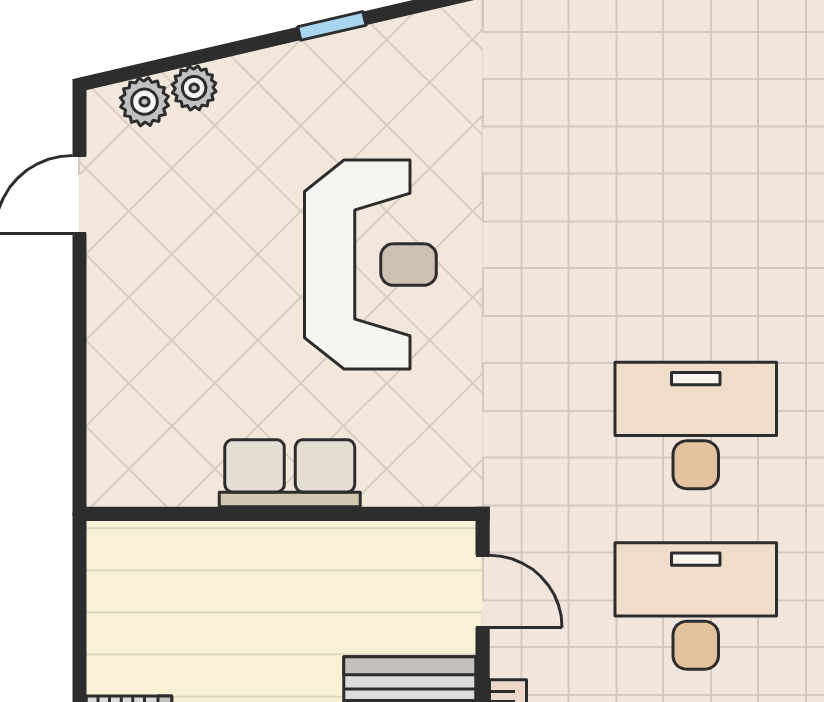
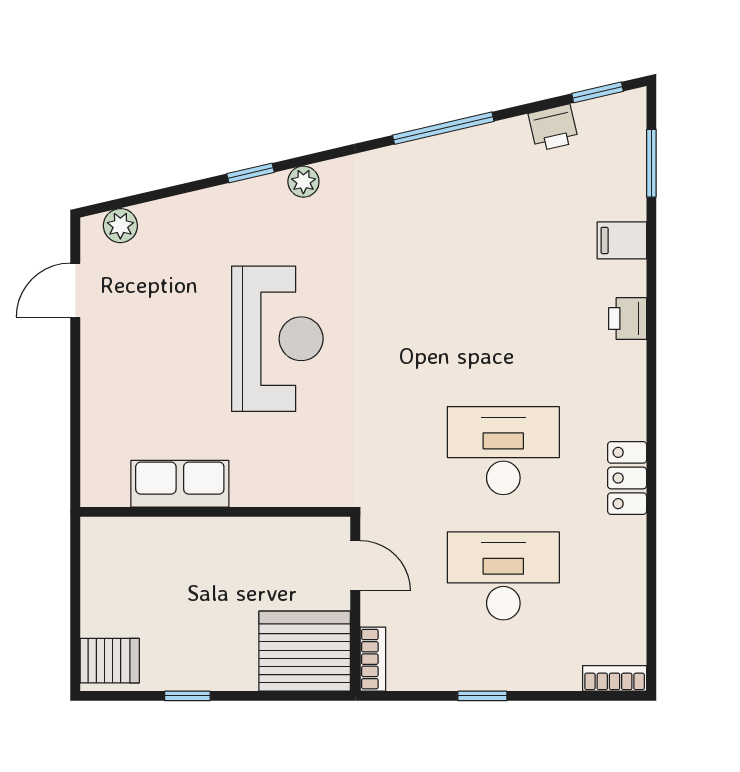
plant: (194, 88) -> (303, 182), moved
row of seats: (290, 473) -> (180, 484), moved

